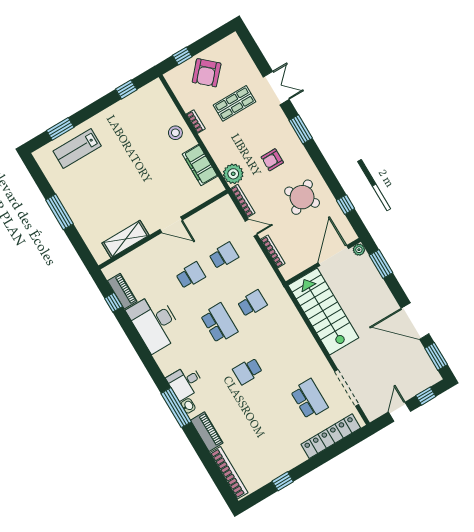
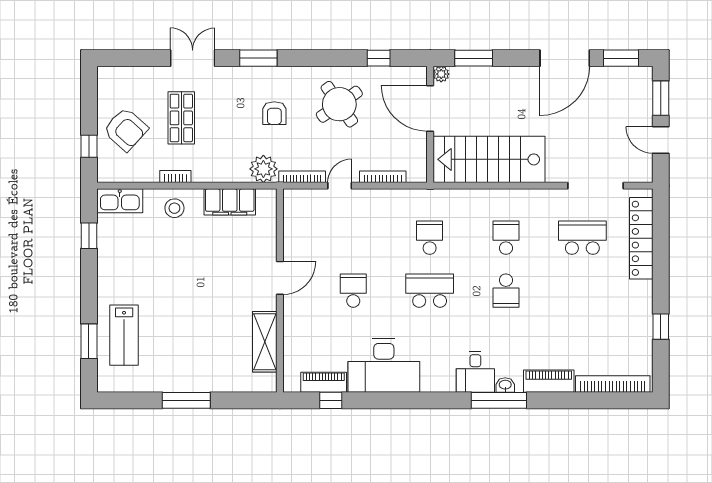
kitchen sink: (160, 96) -> (120, 201), added
school desk: (224, 256) -> (506, 238), moved
window: (426, 396) -> (661, 98), width x1.50

